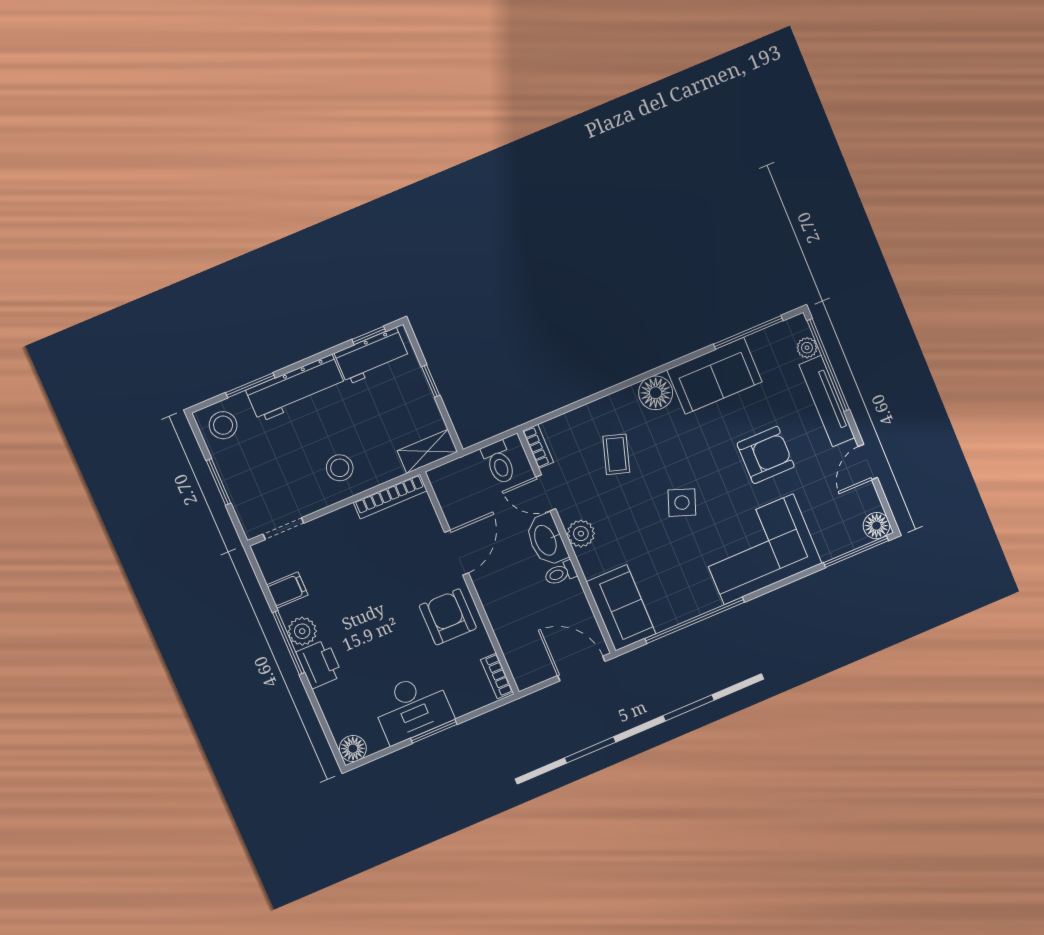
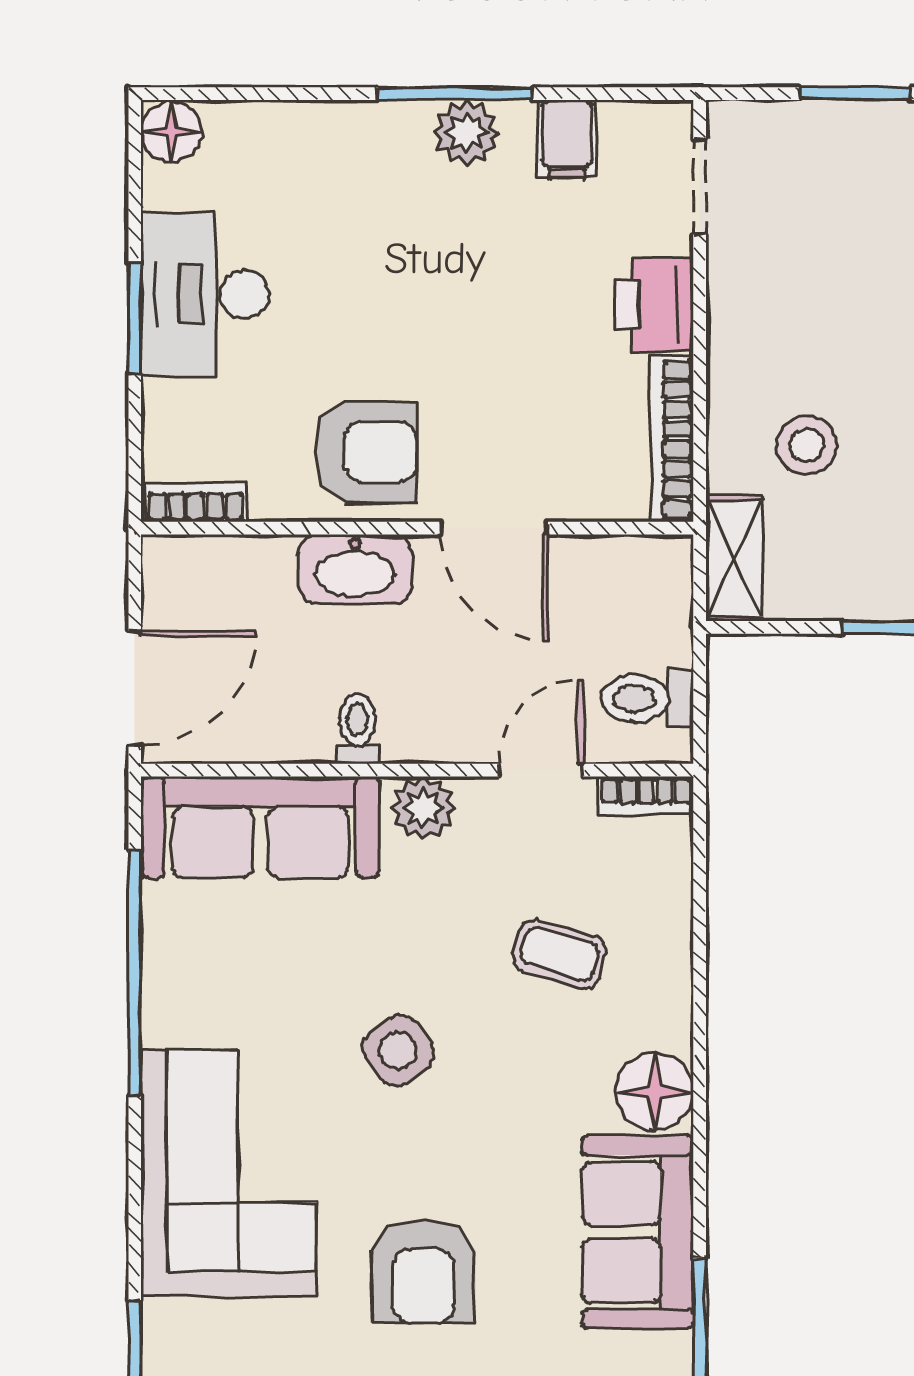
stool: (340, 468) -> (807, 445), moved
side table: (682, 503) -> (398, 1051), turned 34
washbasin: (546, 540) -> (355, 569), moved, turned 180
sofa: (621, 608) -> (260, 827), width x1.36
printer: (319, 664) -> (655, 304), moved, turned 90

